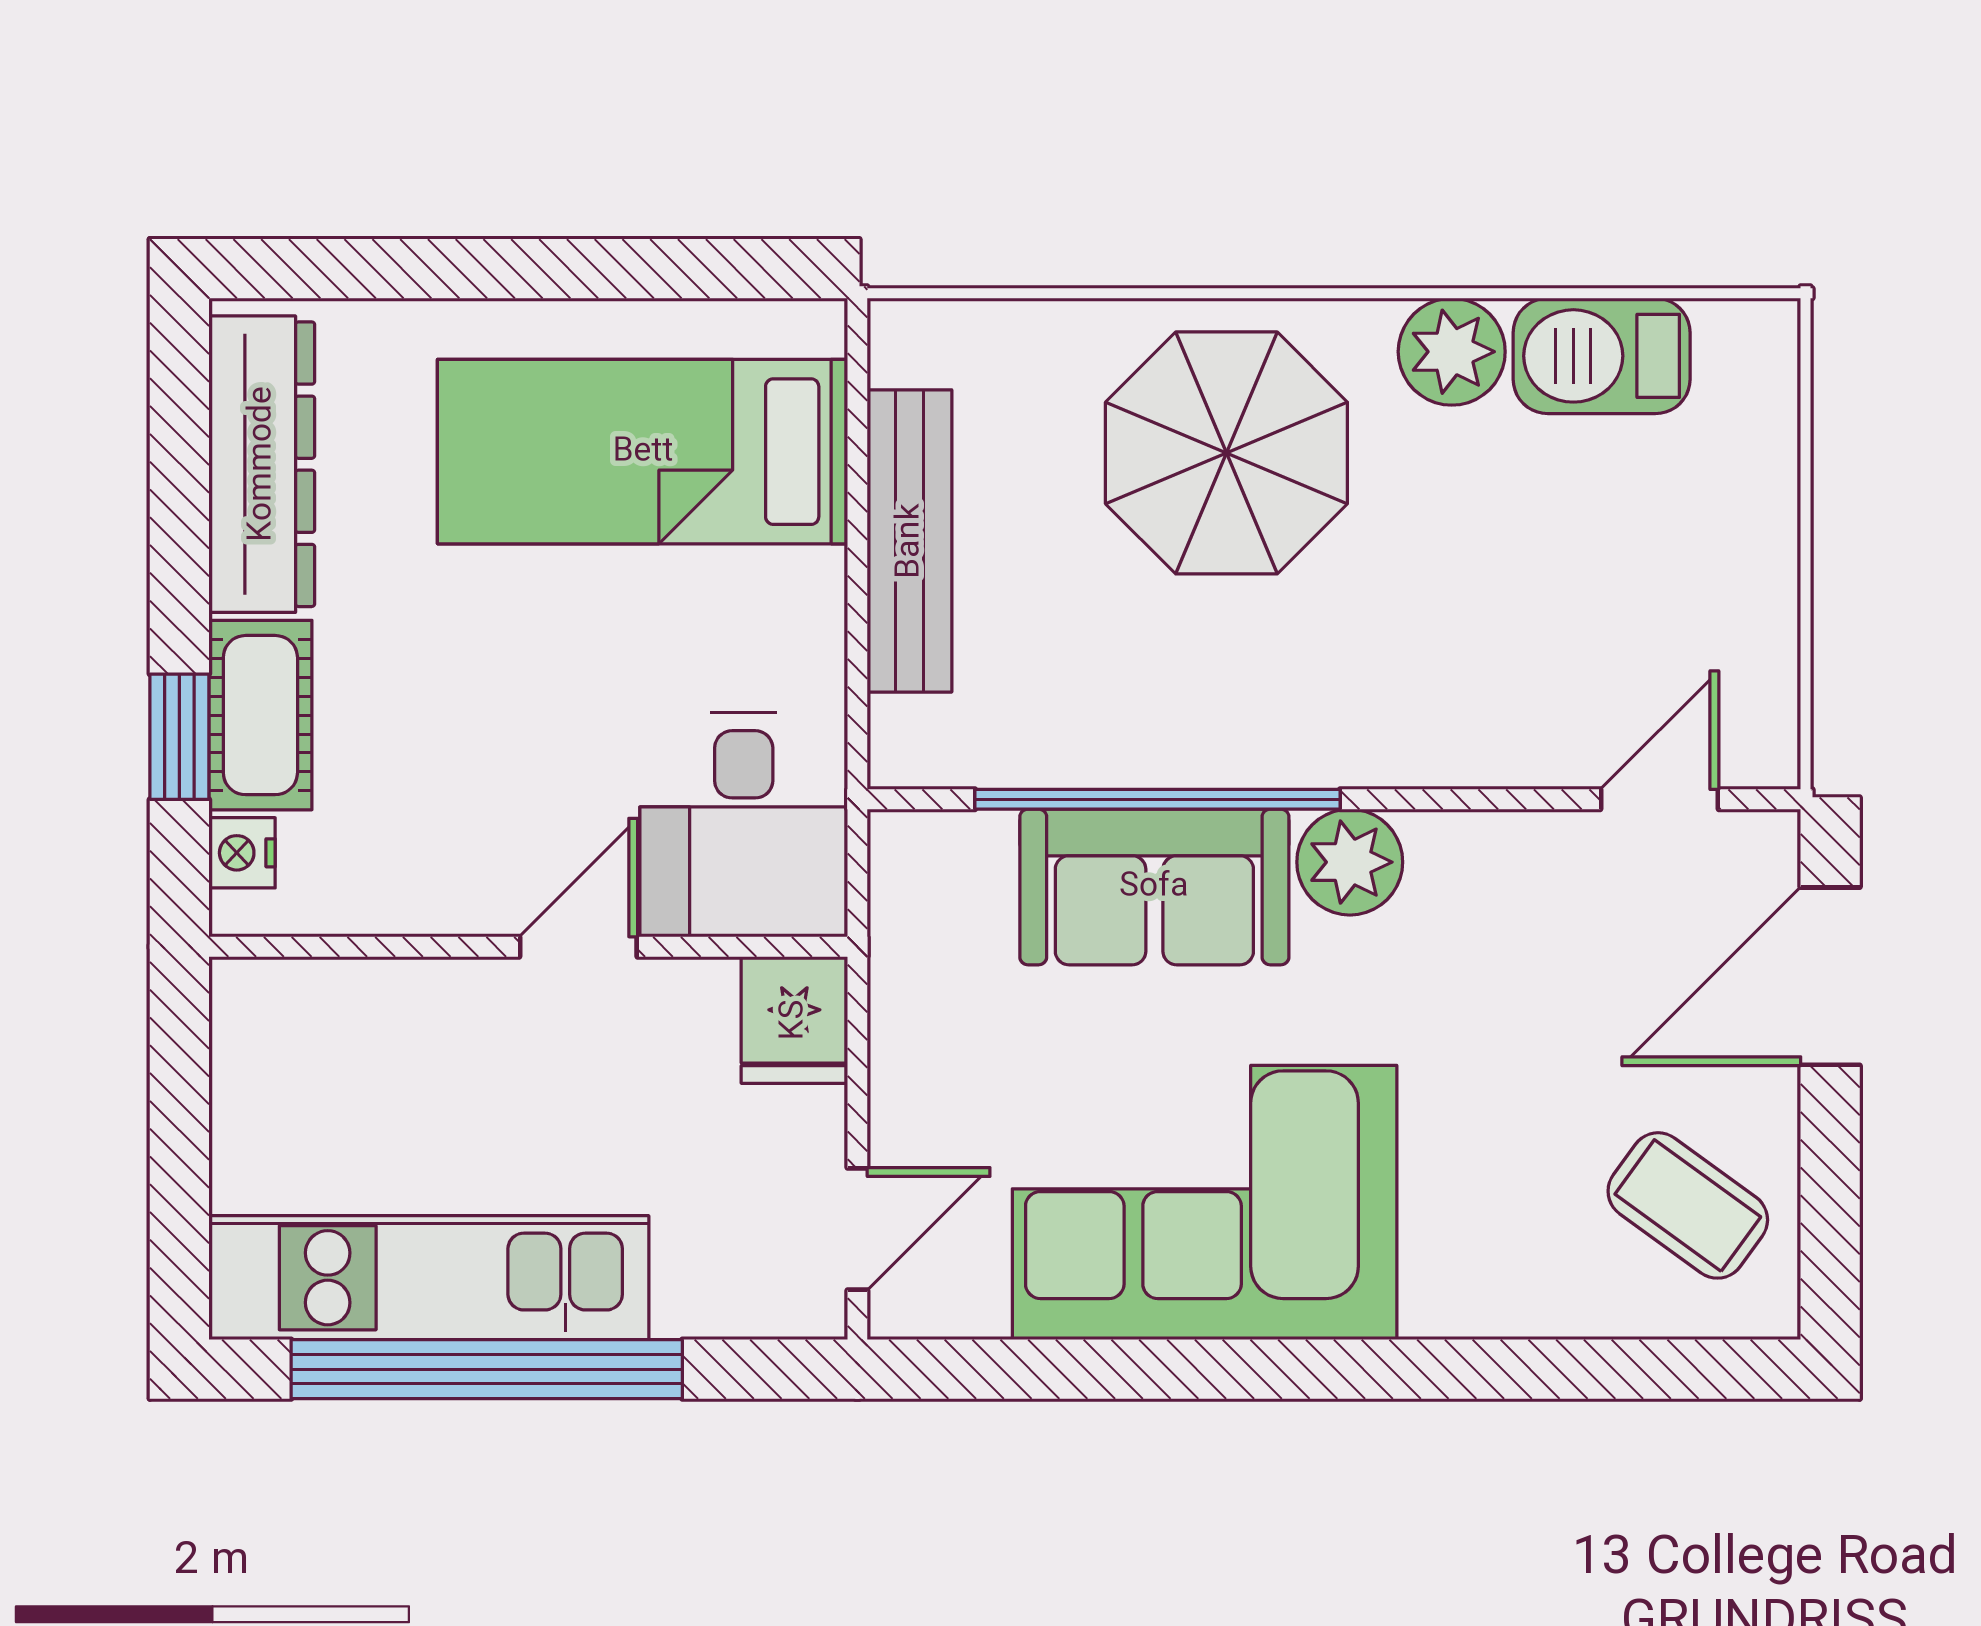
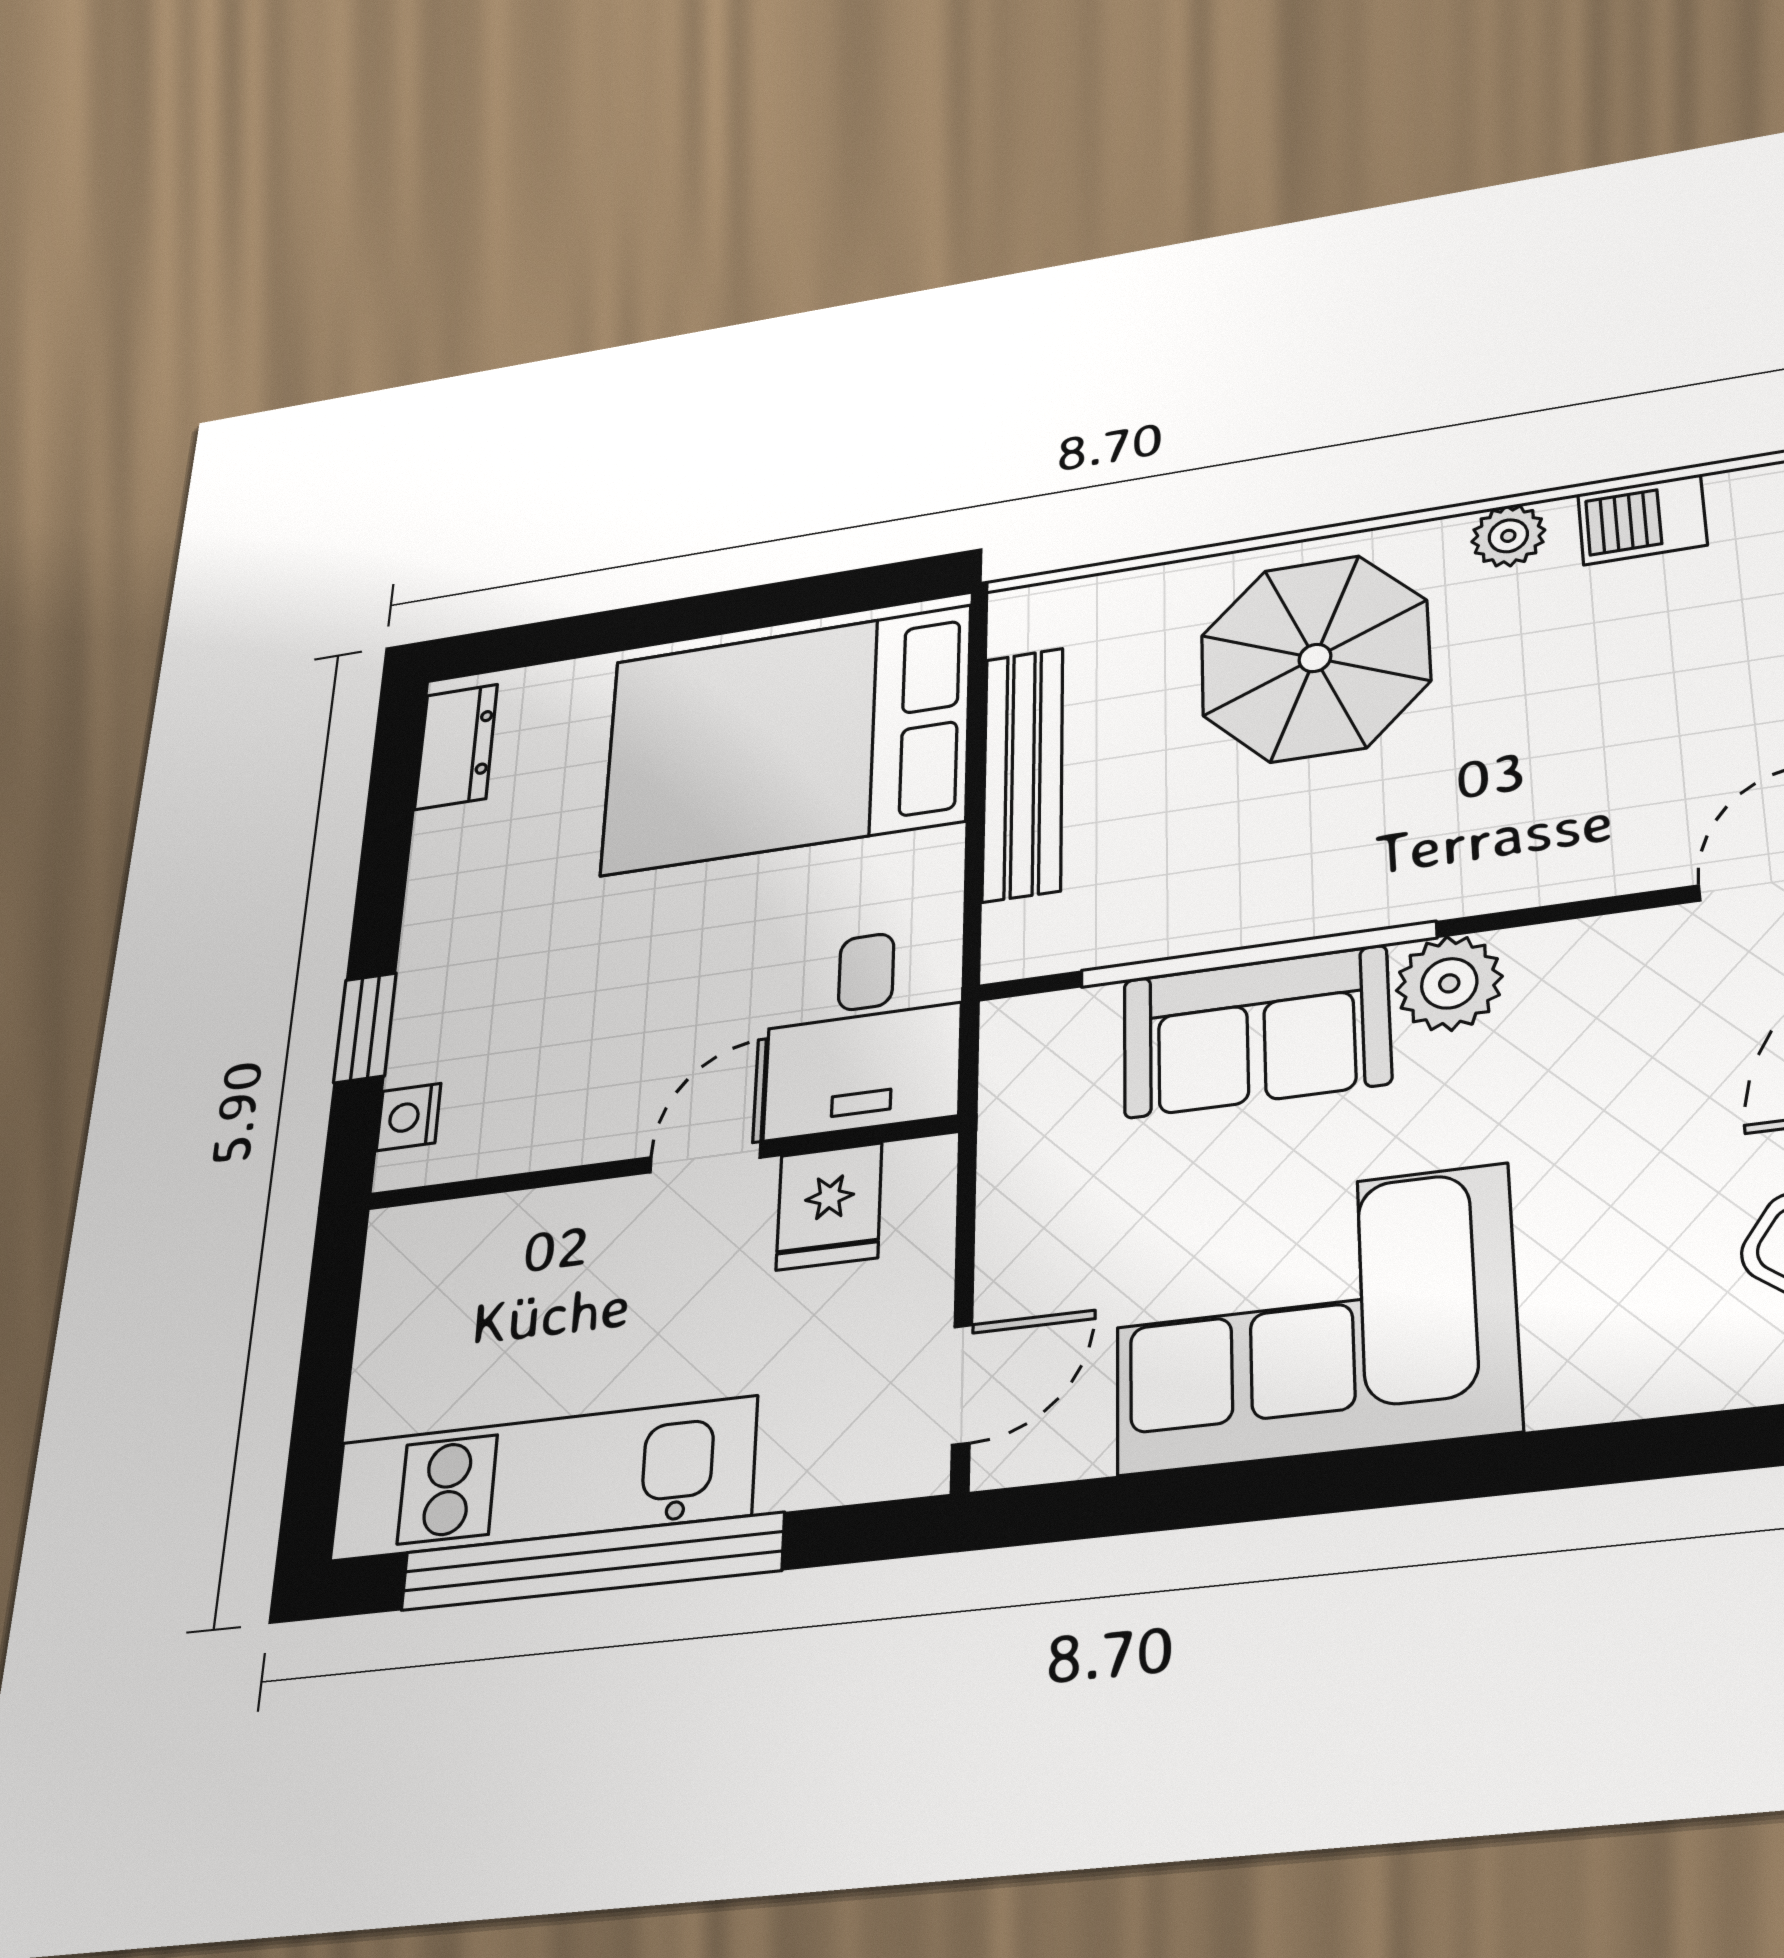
plant: (1452, 352) -> (1508, 536), width x0.73, depth x0.73
barbecue: (1602, 356) -> (1642, 519), width x0.73, depth x0.79
bed: (643, 452) -> (787, 740), width x1.50
dresser: (262, 464) -> (456, 747), width x0.51, depth x0.80
cot: (260, 715) -> (437, 1000), removed
fridge: (794, 1020) -> (829, 1206), moved

